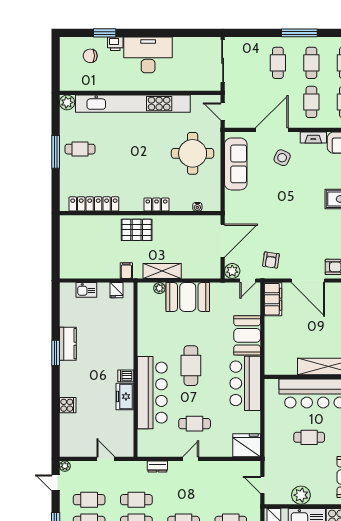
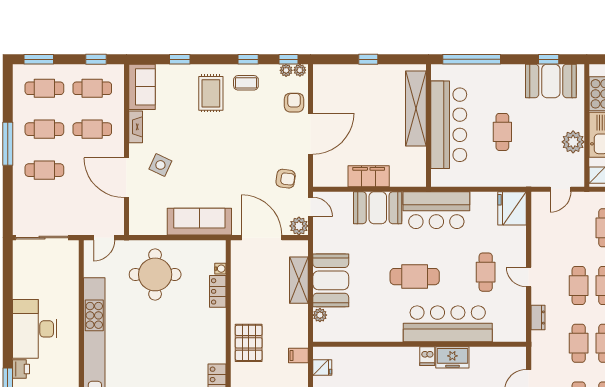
sofa: (236, 164) -> (199, 222), moved
locker: (156, 205) -> (218, 291), moved
shelving: (162, 271) -> (299, 280), moved
filing cabinet: (273, 299) -> (369, 176), moved
cafe table: (184, 500) -> (579, 286), added

